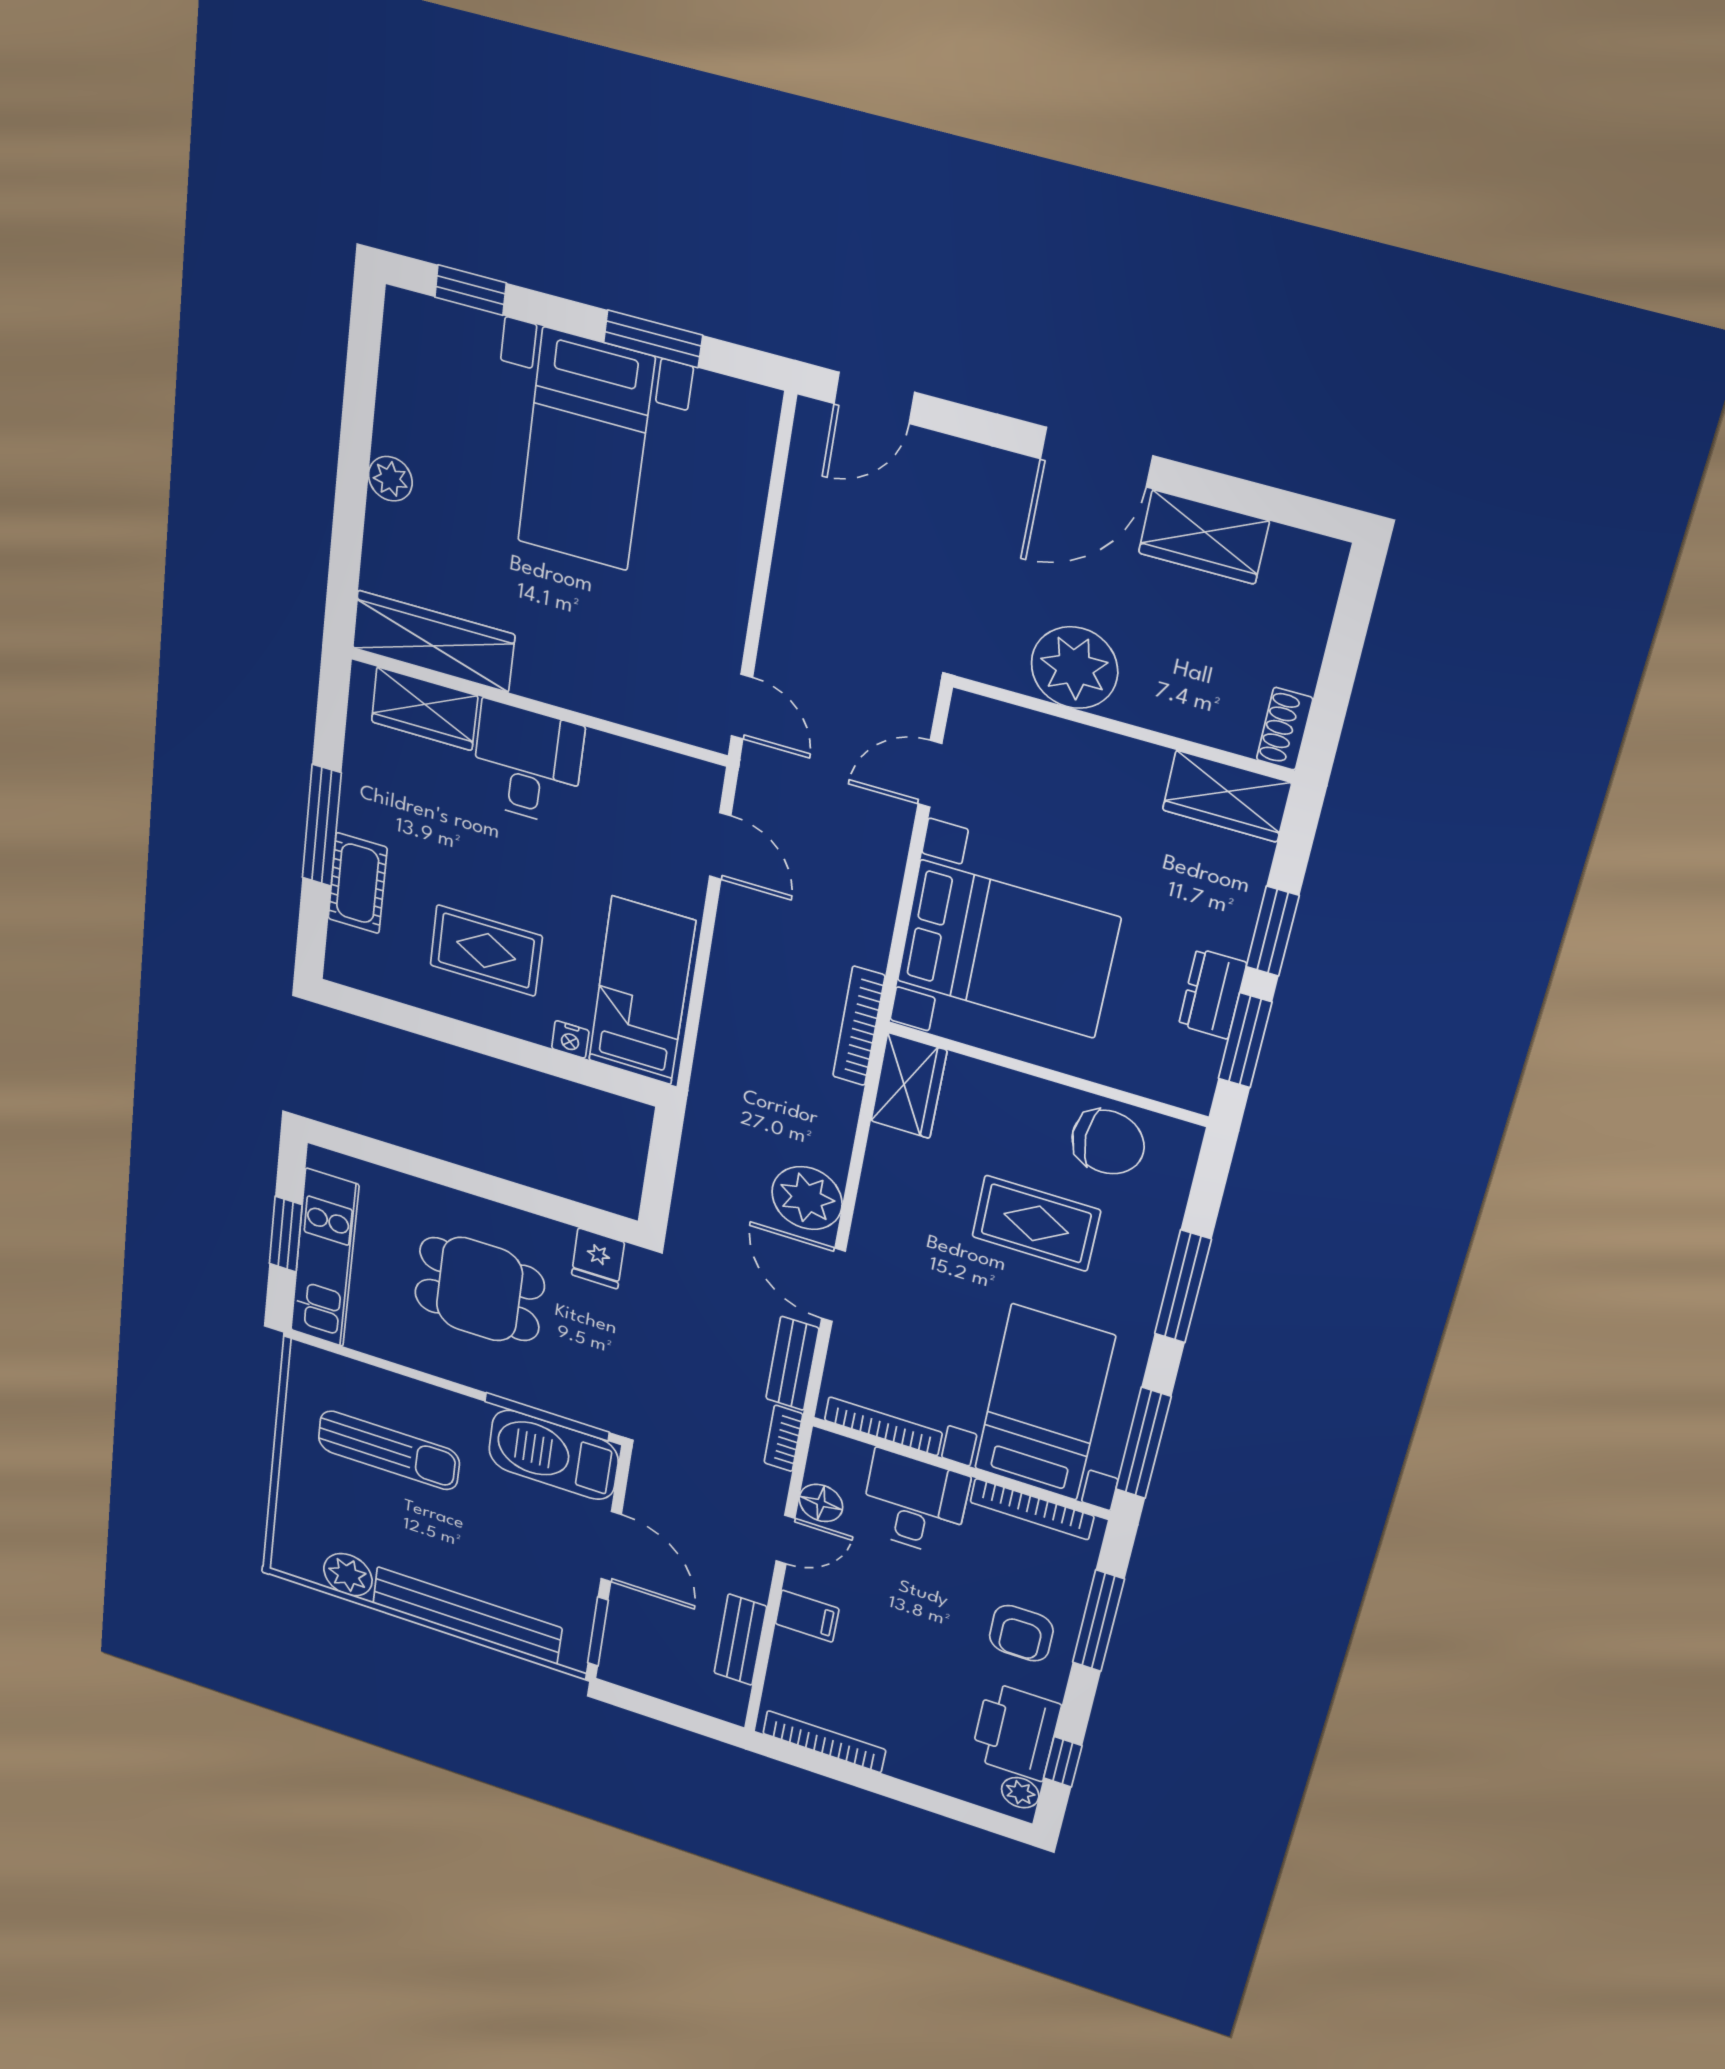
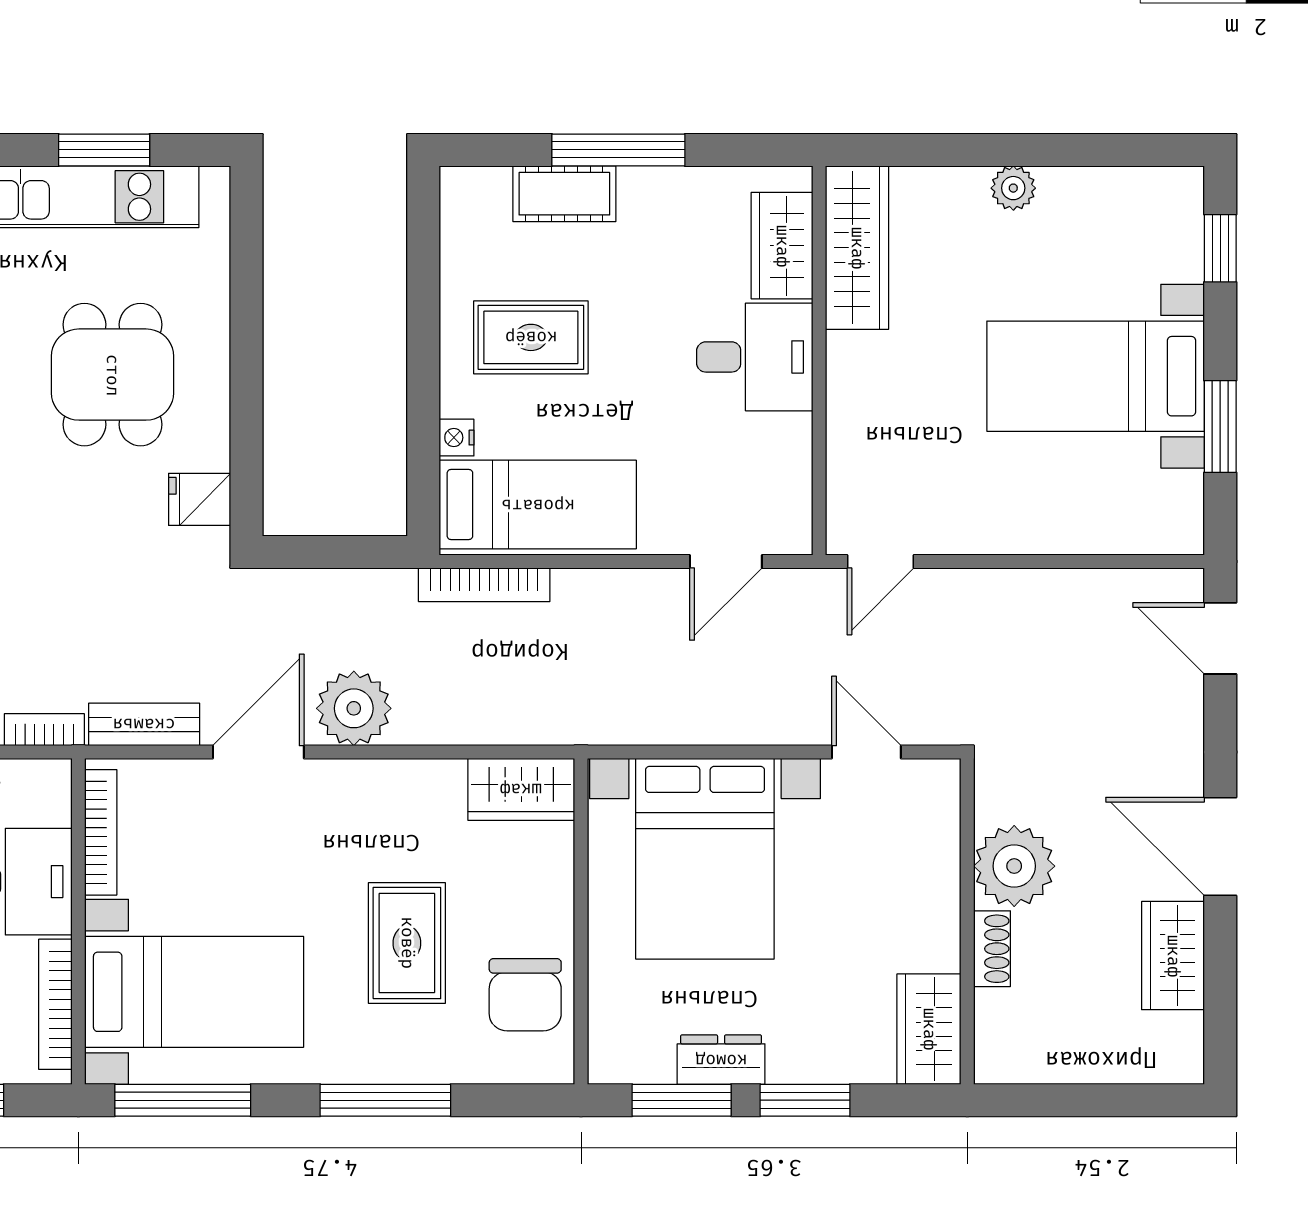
shoe rack: (1285, 729) -> (992, 949), moved, turned 90
rug: (486, 951) -> (531, 337), turned 90
bookcase: (859, 1026) -> (484, 585), moved, turned 180

